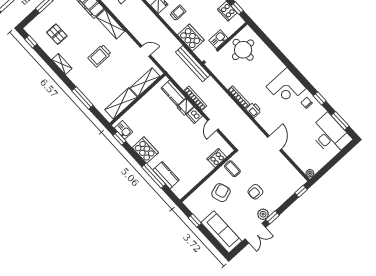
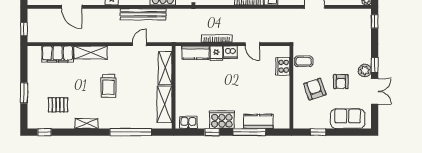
bench: (193, 64) -> (143, 14), moved
window: (82, 98) -> (131, 132), width x1.46
window: (119, 138) -> (212, 132), moved
armchair: (255, 192) -> (341, 81), moved
sofa: (221, 232) -> (348, 119), width x0.73

